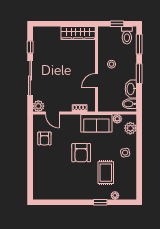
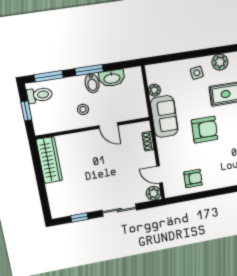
sliding door: (30, 78) -> (119, 210), width x0.73
bidet: (129, 104) -> (92, 83), moved
door: (52, 113) -> (160, 175), swing flipped
plant: (130, 128) -> (220, 62), moved

